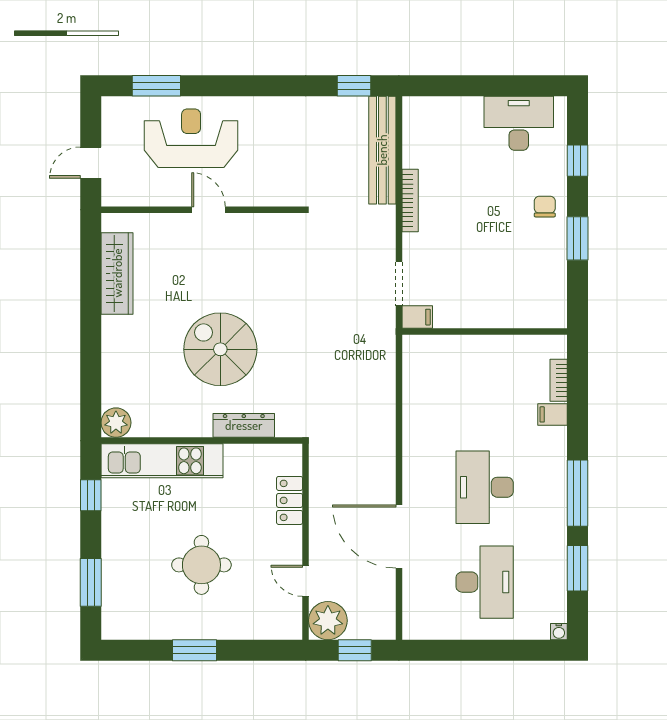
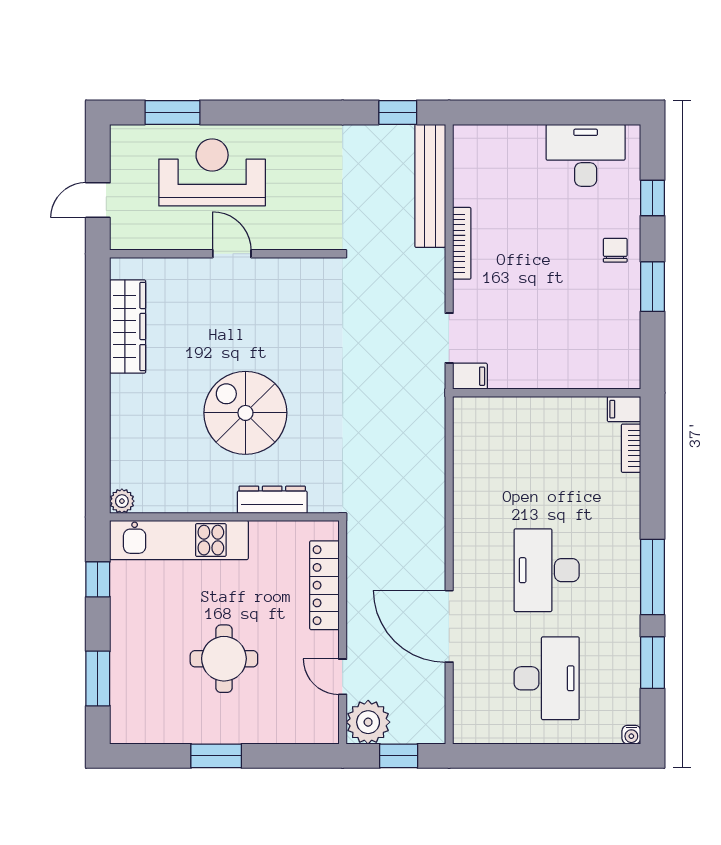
filing cabinet: (552, 414) -> (624, 409), moved
plant: (116, 423) -> (122, 501), width x0.73, depth x0.73
locker: (290, 500) -> (324, 585), width x1.53

